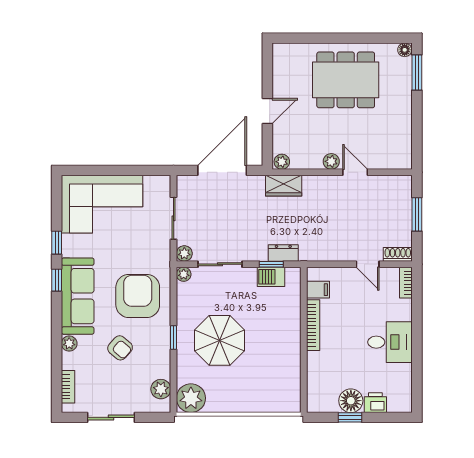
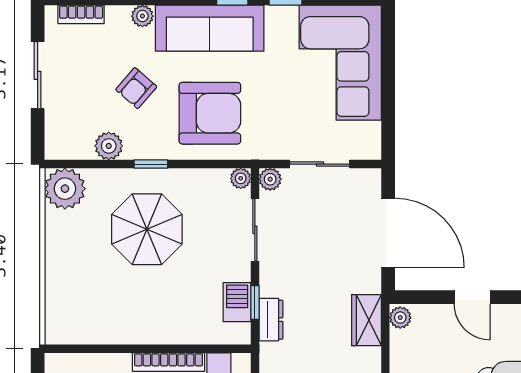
plant: (161, 389) -> (109, 146), moved

